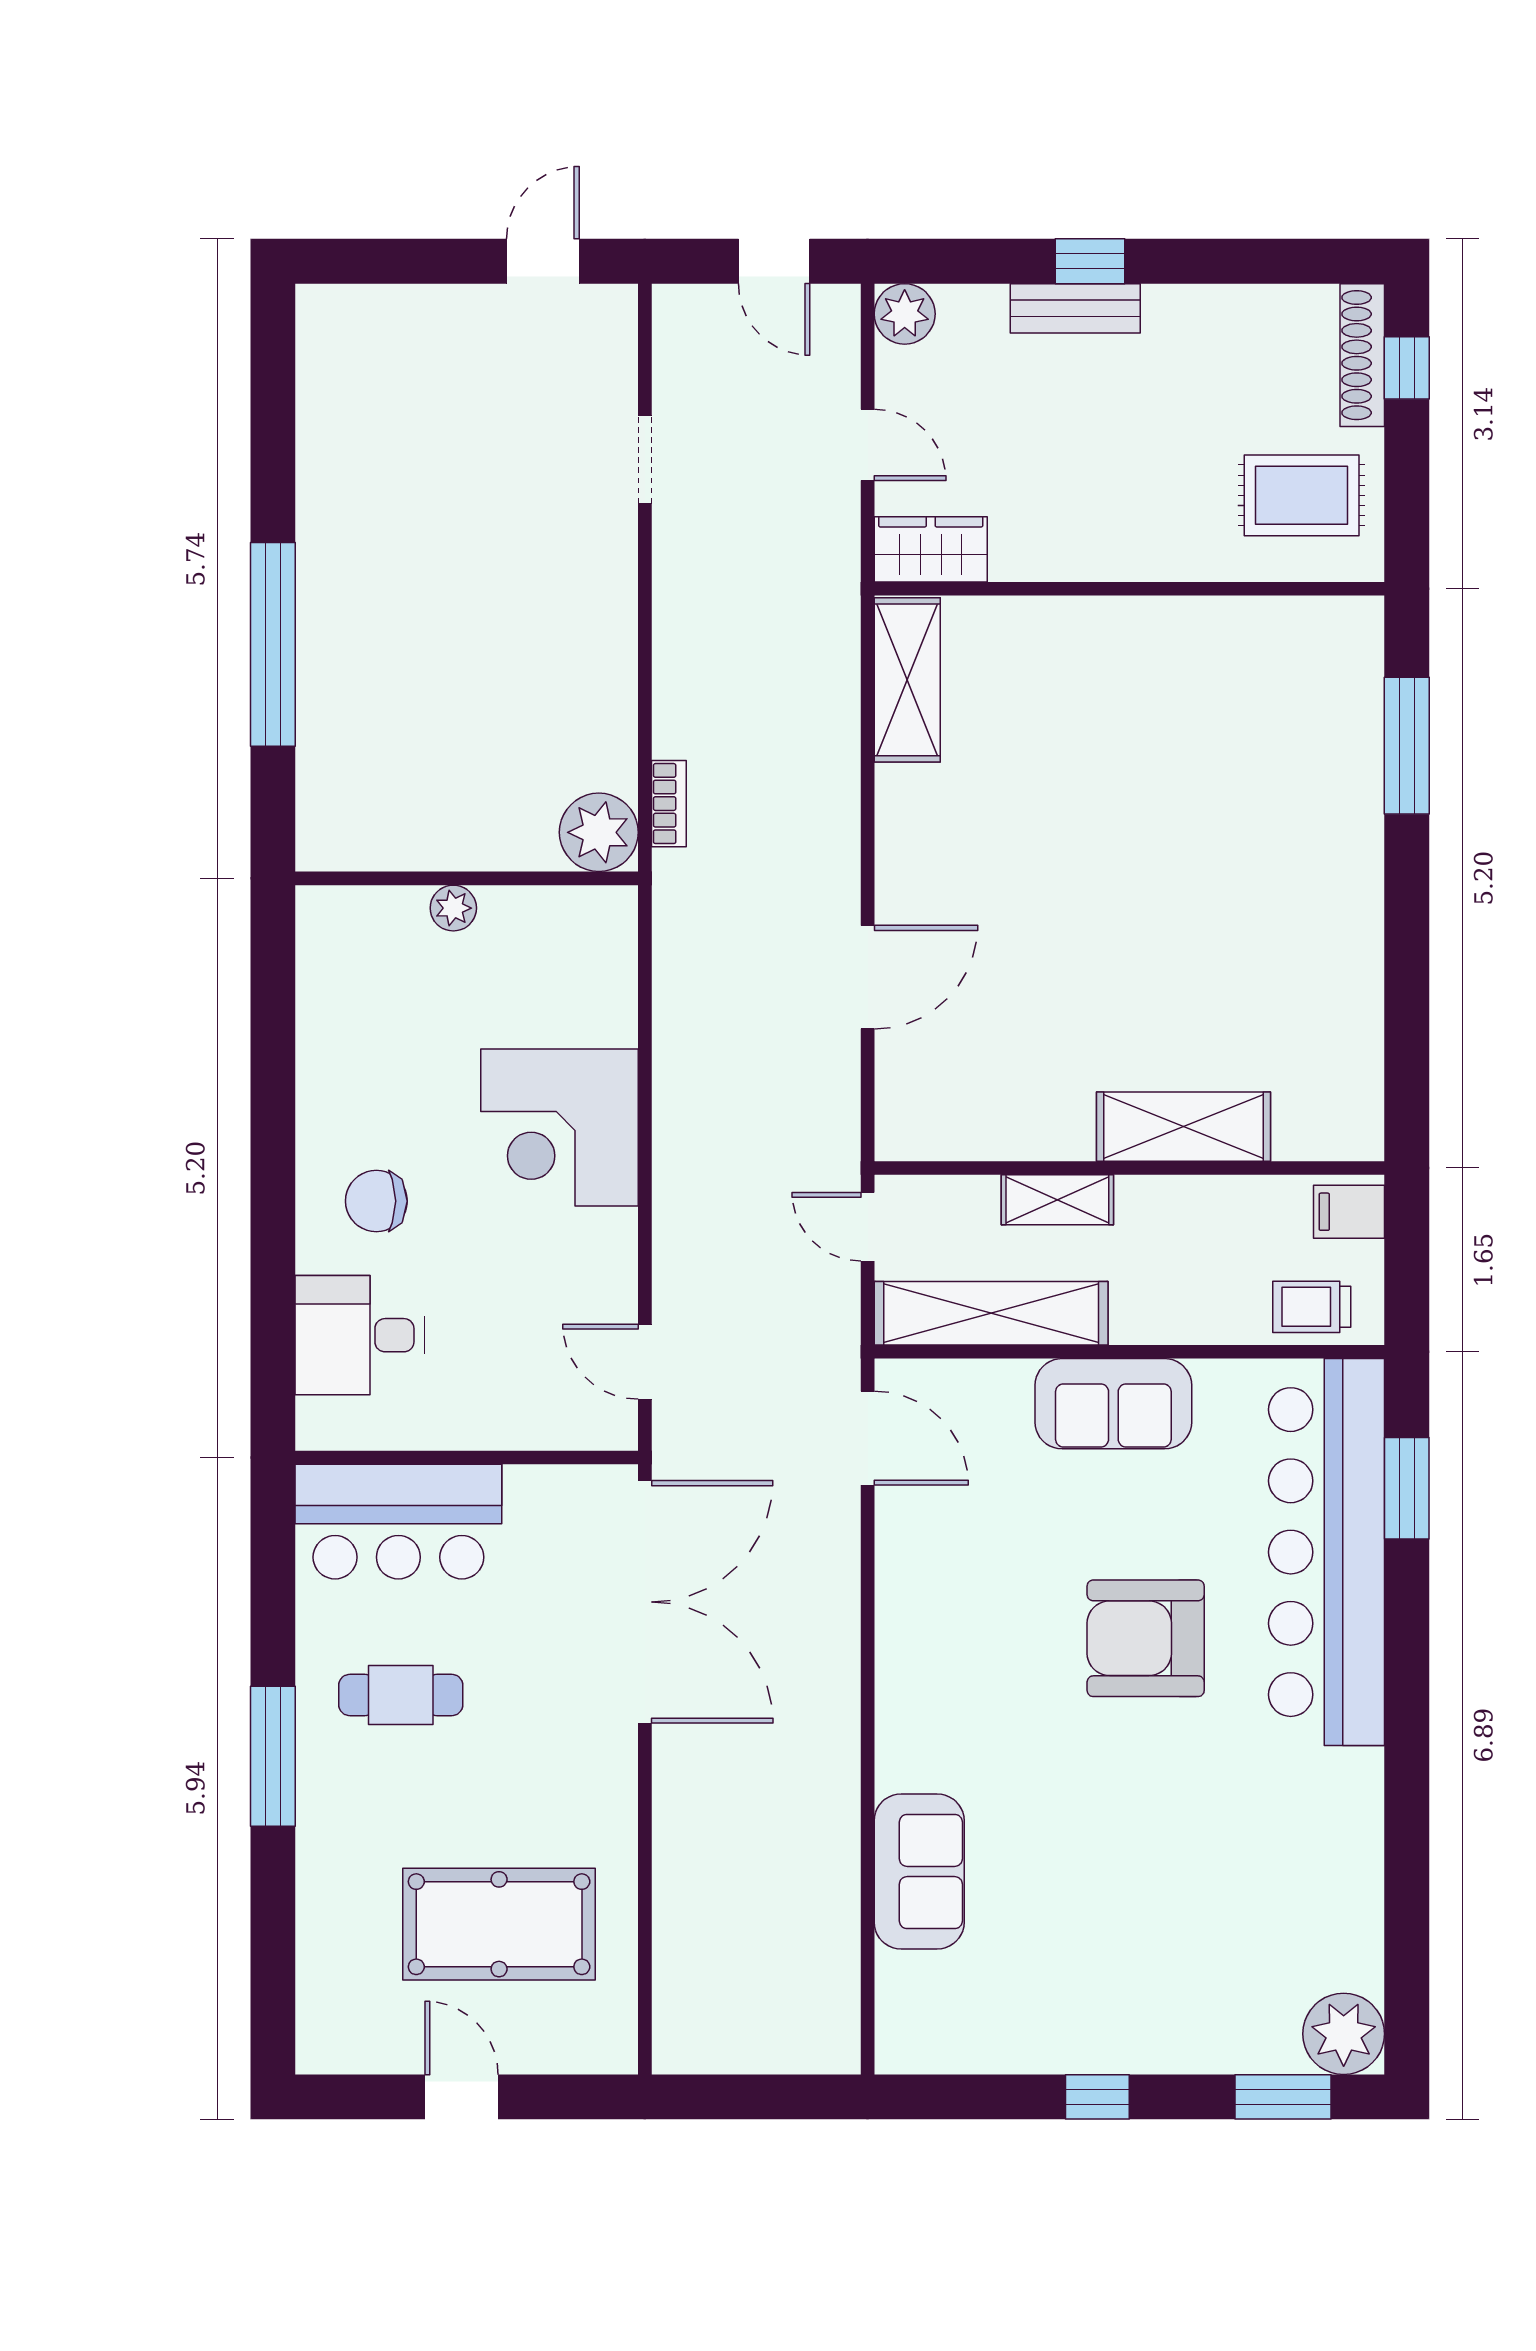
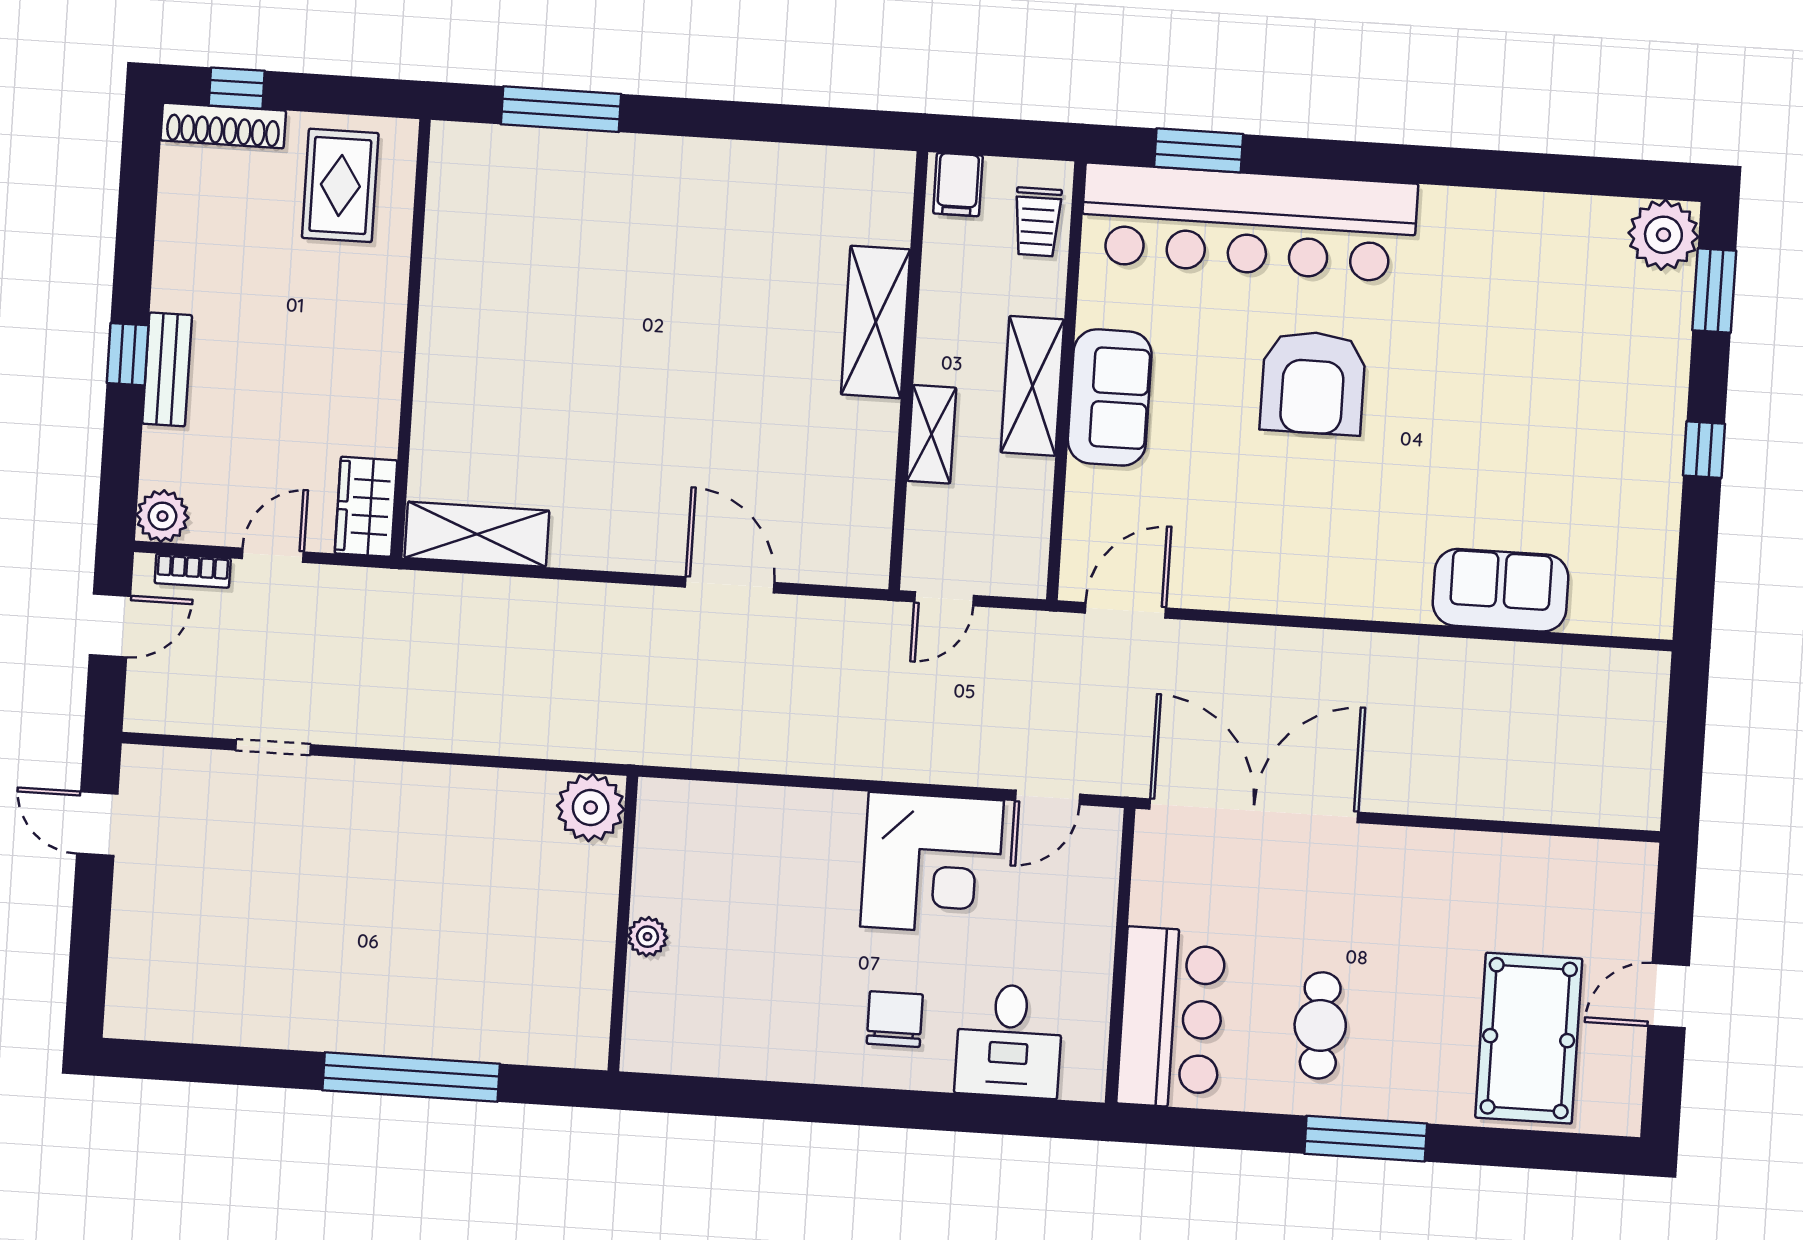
bookcase: (669, 804) -> (193, 571), moved, turned 180
corner desk: (559, 1127) -> (932, 864), moved
chair: (376, 1201) -> (895, 1019), turned 180
shelving: (991, 1313) -> (1032, 386), moved, width x0.68
pool table: (499, 1924) -> (1529, 1038), moved

